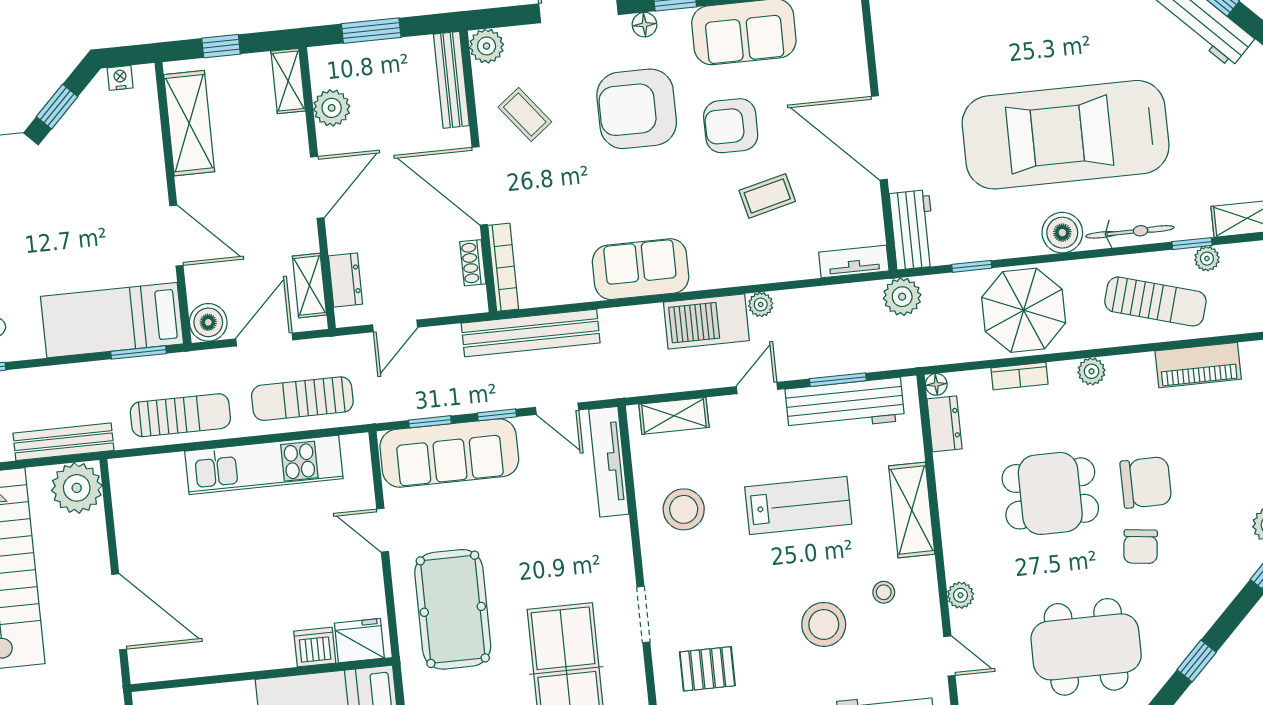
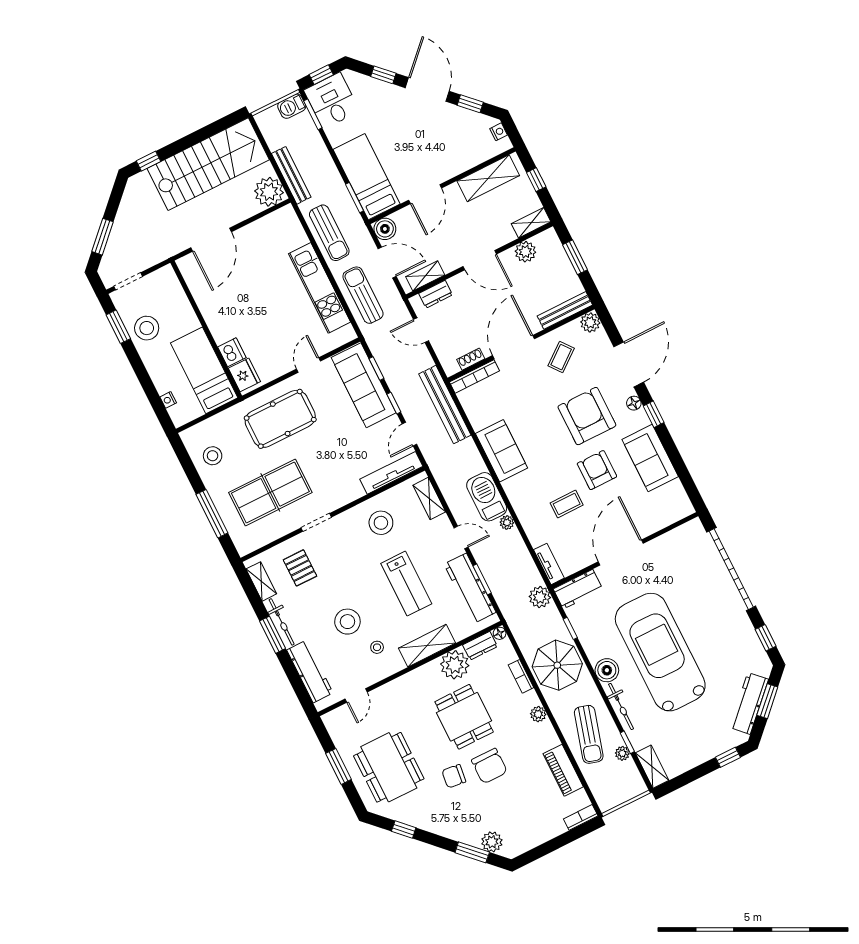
coffee table: (767, 196) -> (567, 504), turned -76
plant: (961, 595) -> (455, 665), moved, width x1.88, depth x1.88

